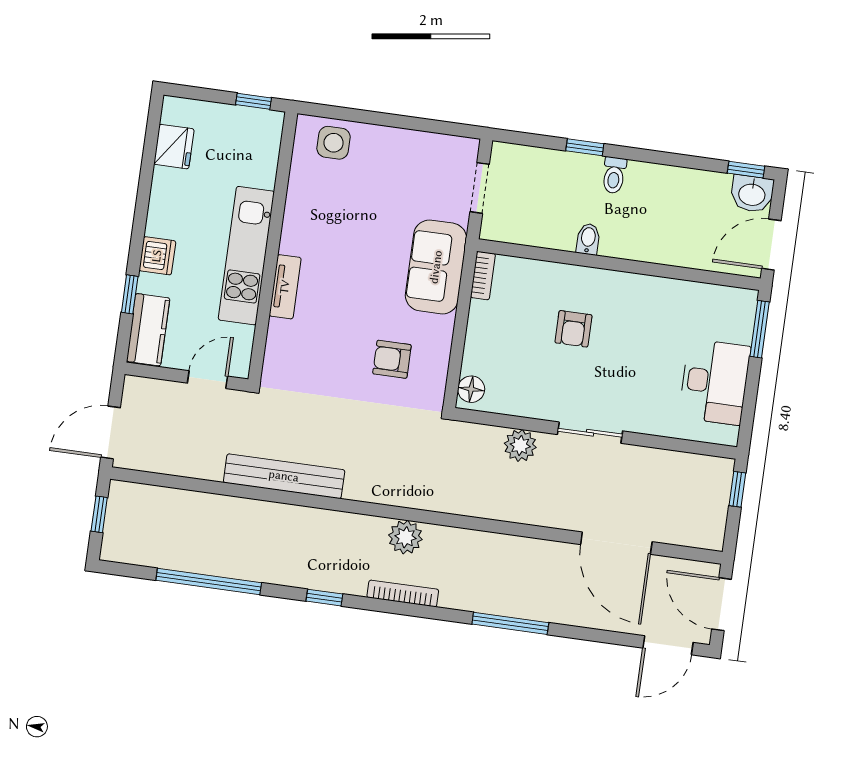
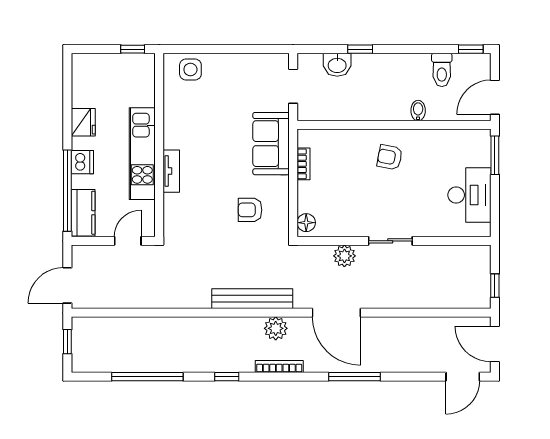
fridge: (174, 147) -> (83, 122), moved
toilet: (614, 175) -> (442, 70), moved, width x1.37, depth x1.39
washbasin: (752, 194) -> (337, 65), moved
bidet: (588, 239) -> (418, 111), moved
bookcase: (483, 276) -> (303, 164), moved
window: (130, 294) -> (67, 191), width x3.17
armchair: (573, 329) -> (390, 157), moved, turned 101
bench: (284, 476) -> (252, 299), moved
window: (737, 489) -> (495, 286), moved
door: (616, 543) -> (336, 313), moved

